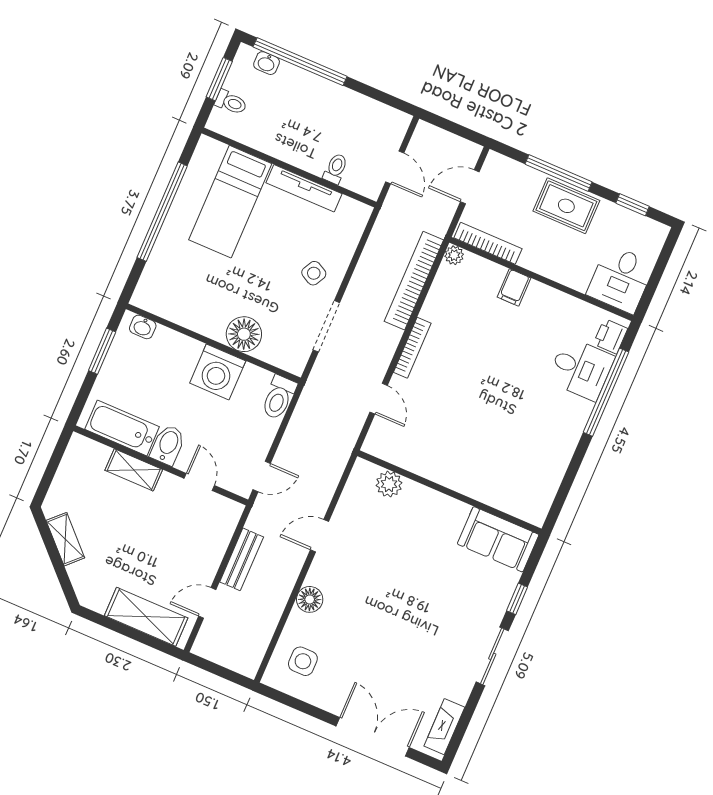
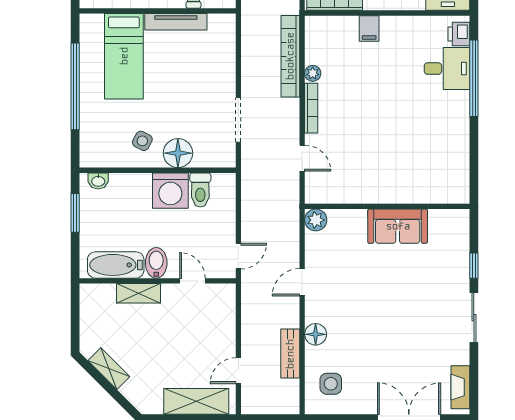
plant: (454, 255) -> (313, 73), moved
side table: (314, 273) -> (142, 141), moved
toilet: (279, 397) -> (200, 190), moved
plant: (389, 484) -> (316, 220), moved
sofa: (498, 539) -> (398, 226), moved
bench: (242, 559) -> (290, 354), moved

